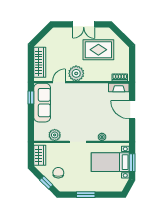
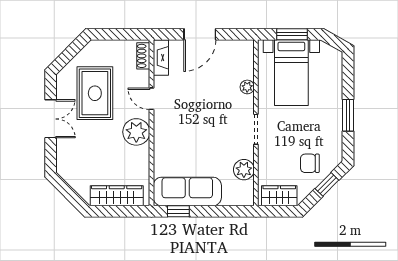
door: (59, 82) -> (151, 99), moved

